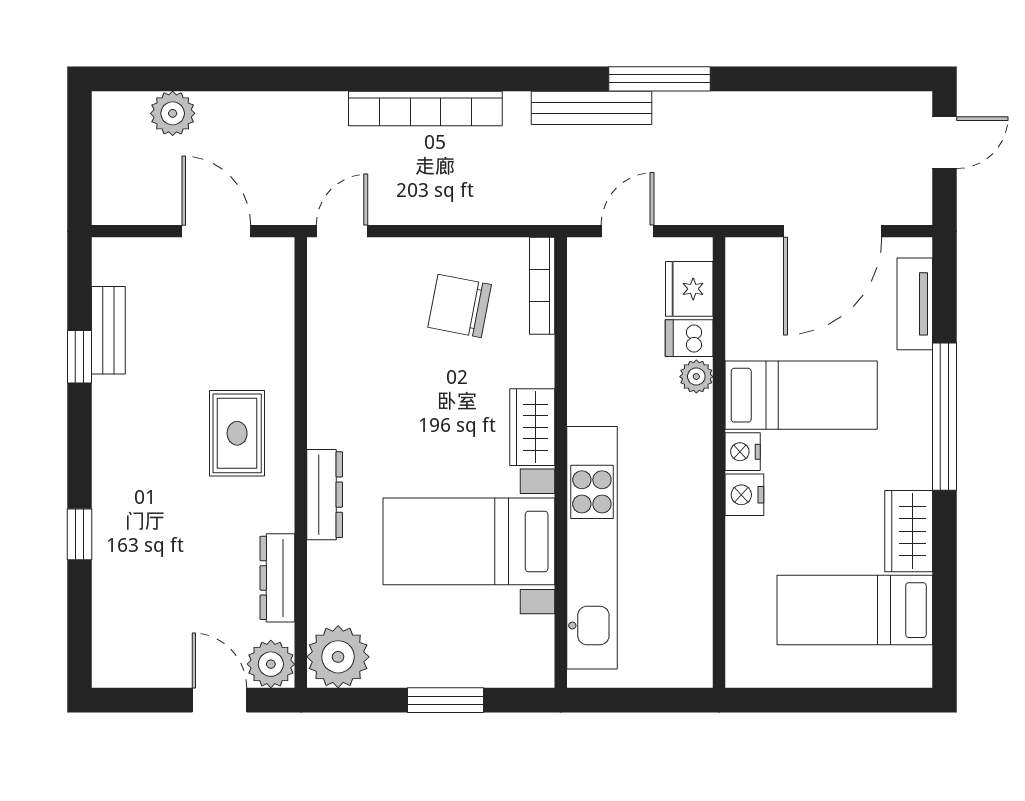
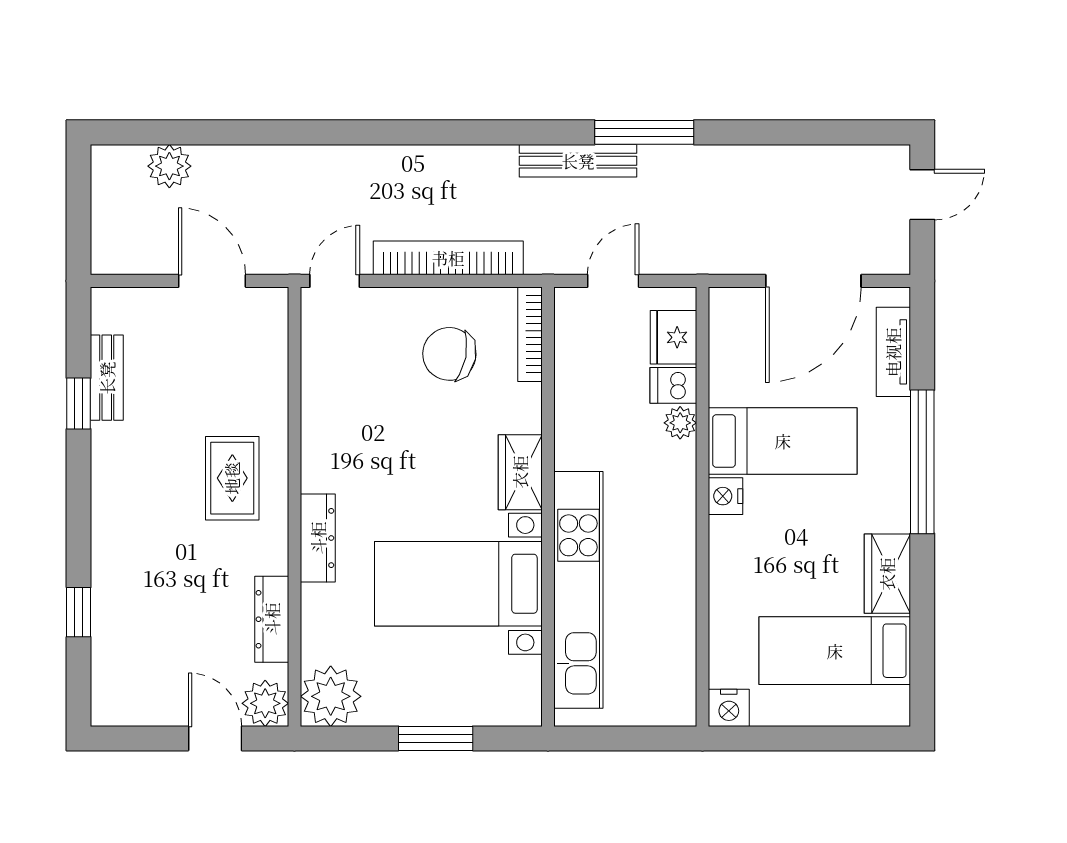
bookcase: (425, 108) -> (448, 258), moved, turned 180
nightstand: (744, 495) -> (729, 708), moved, turned -90
window: (80, 534) -> (79, 612), moved

